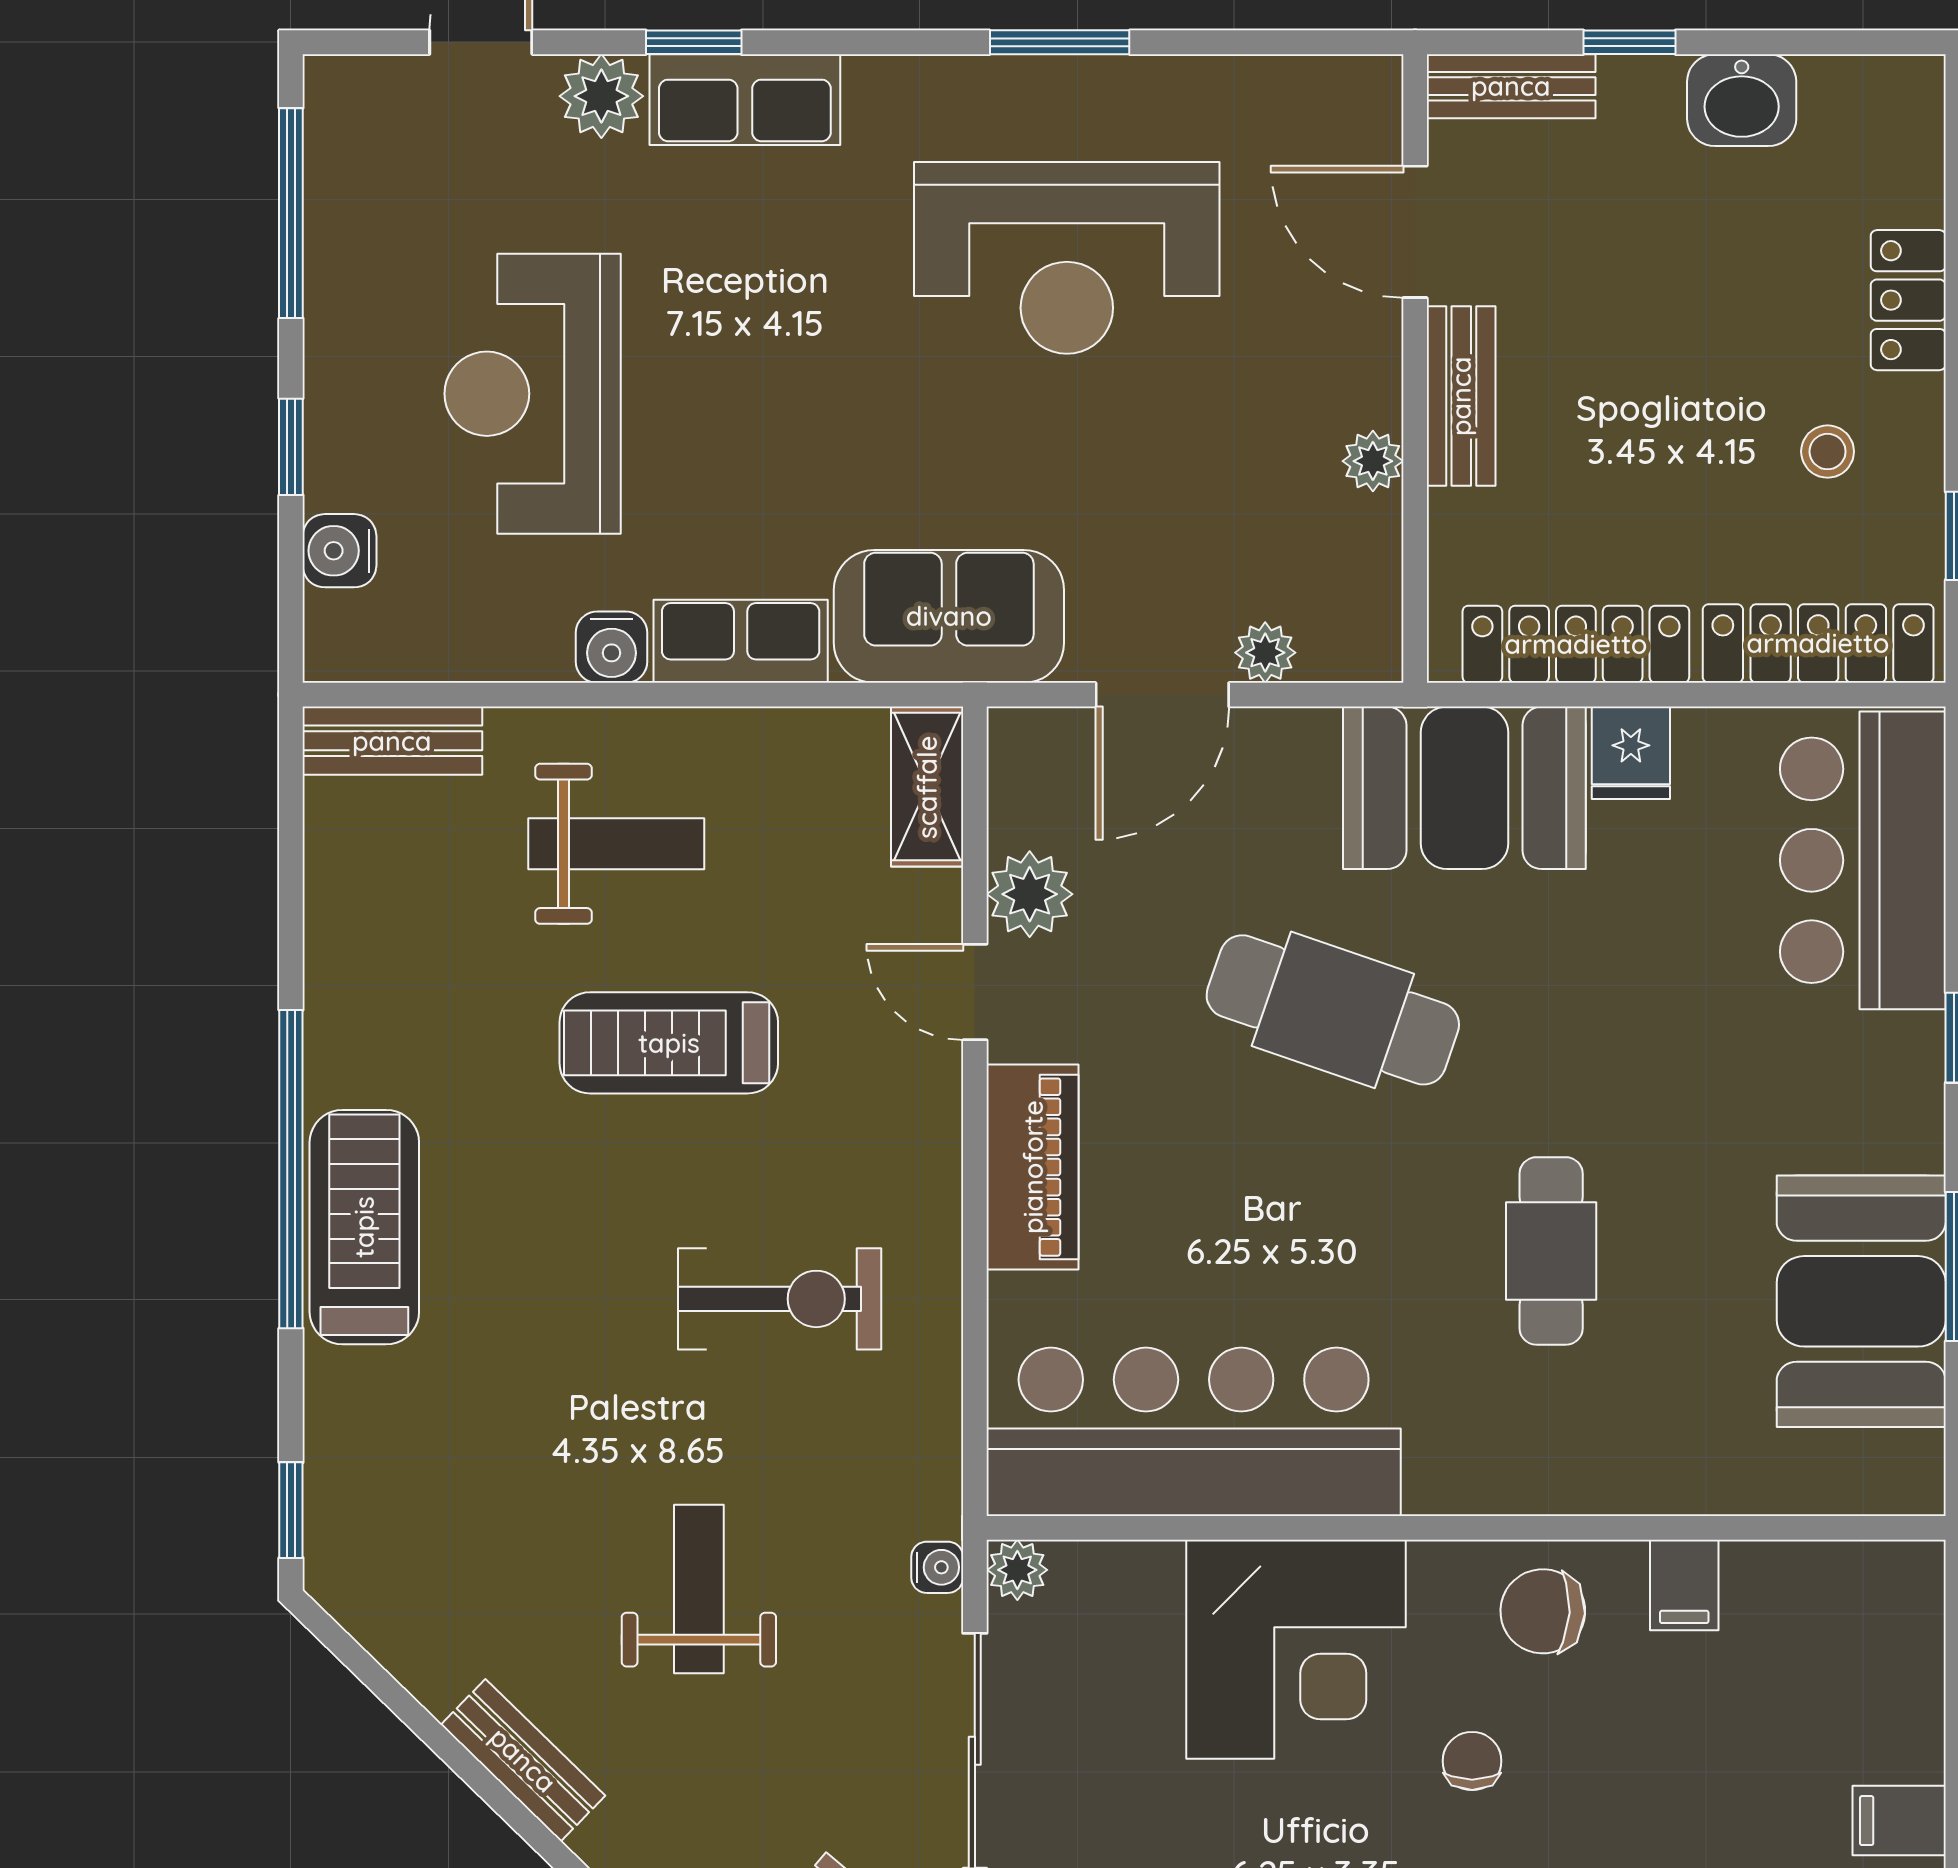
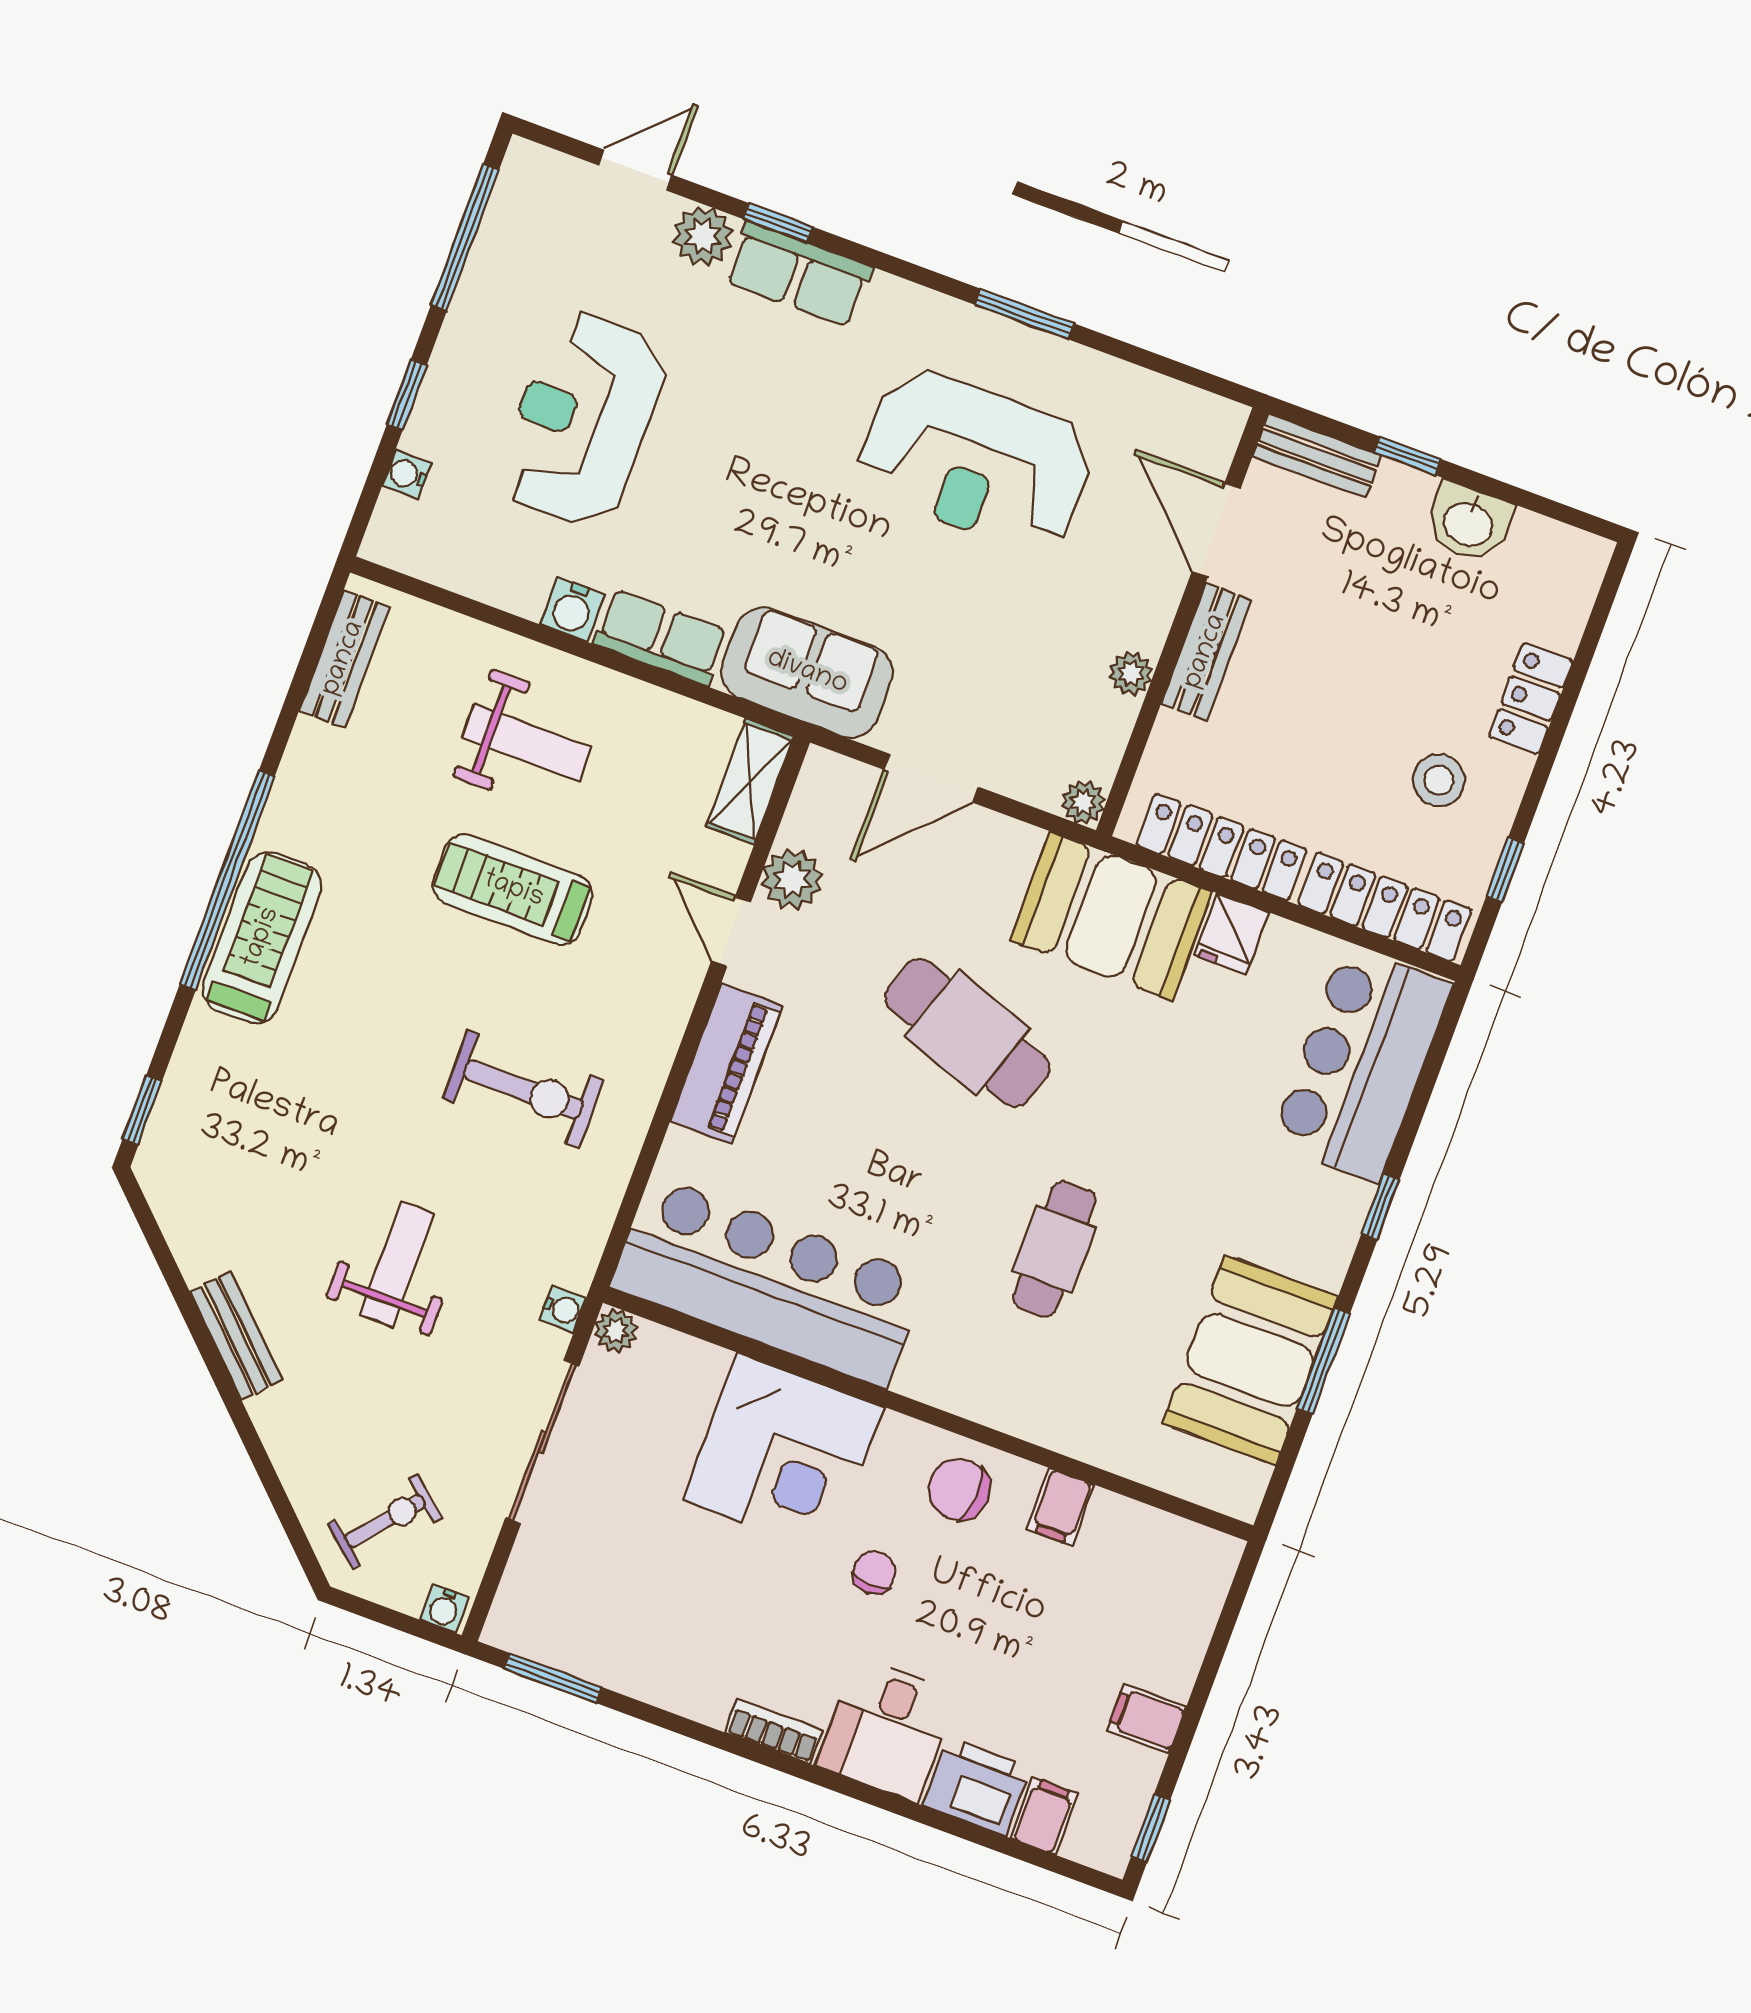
stool: (1828, 452) -> (1439, 780), width x1.37, depth x1.37
water cooler: (339, 551) -> (407, 474), width x0.72, depth x0.72
plant: (1265, 653) -> (1083, 802), moved
bench: (392, 741) -> (344, 659), moved, turned 90

